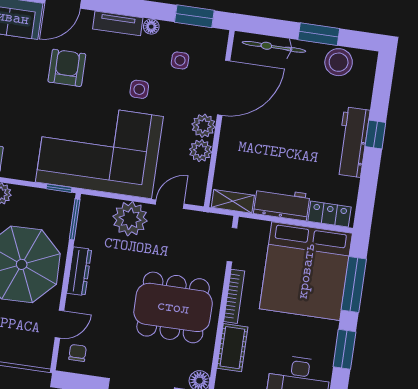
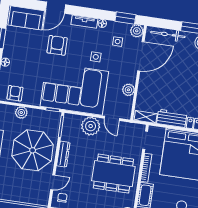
plant: (203, 126) -> (137, 31), moved
door: (170, 204) -> (112, 118), swing flipped

